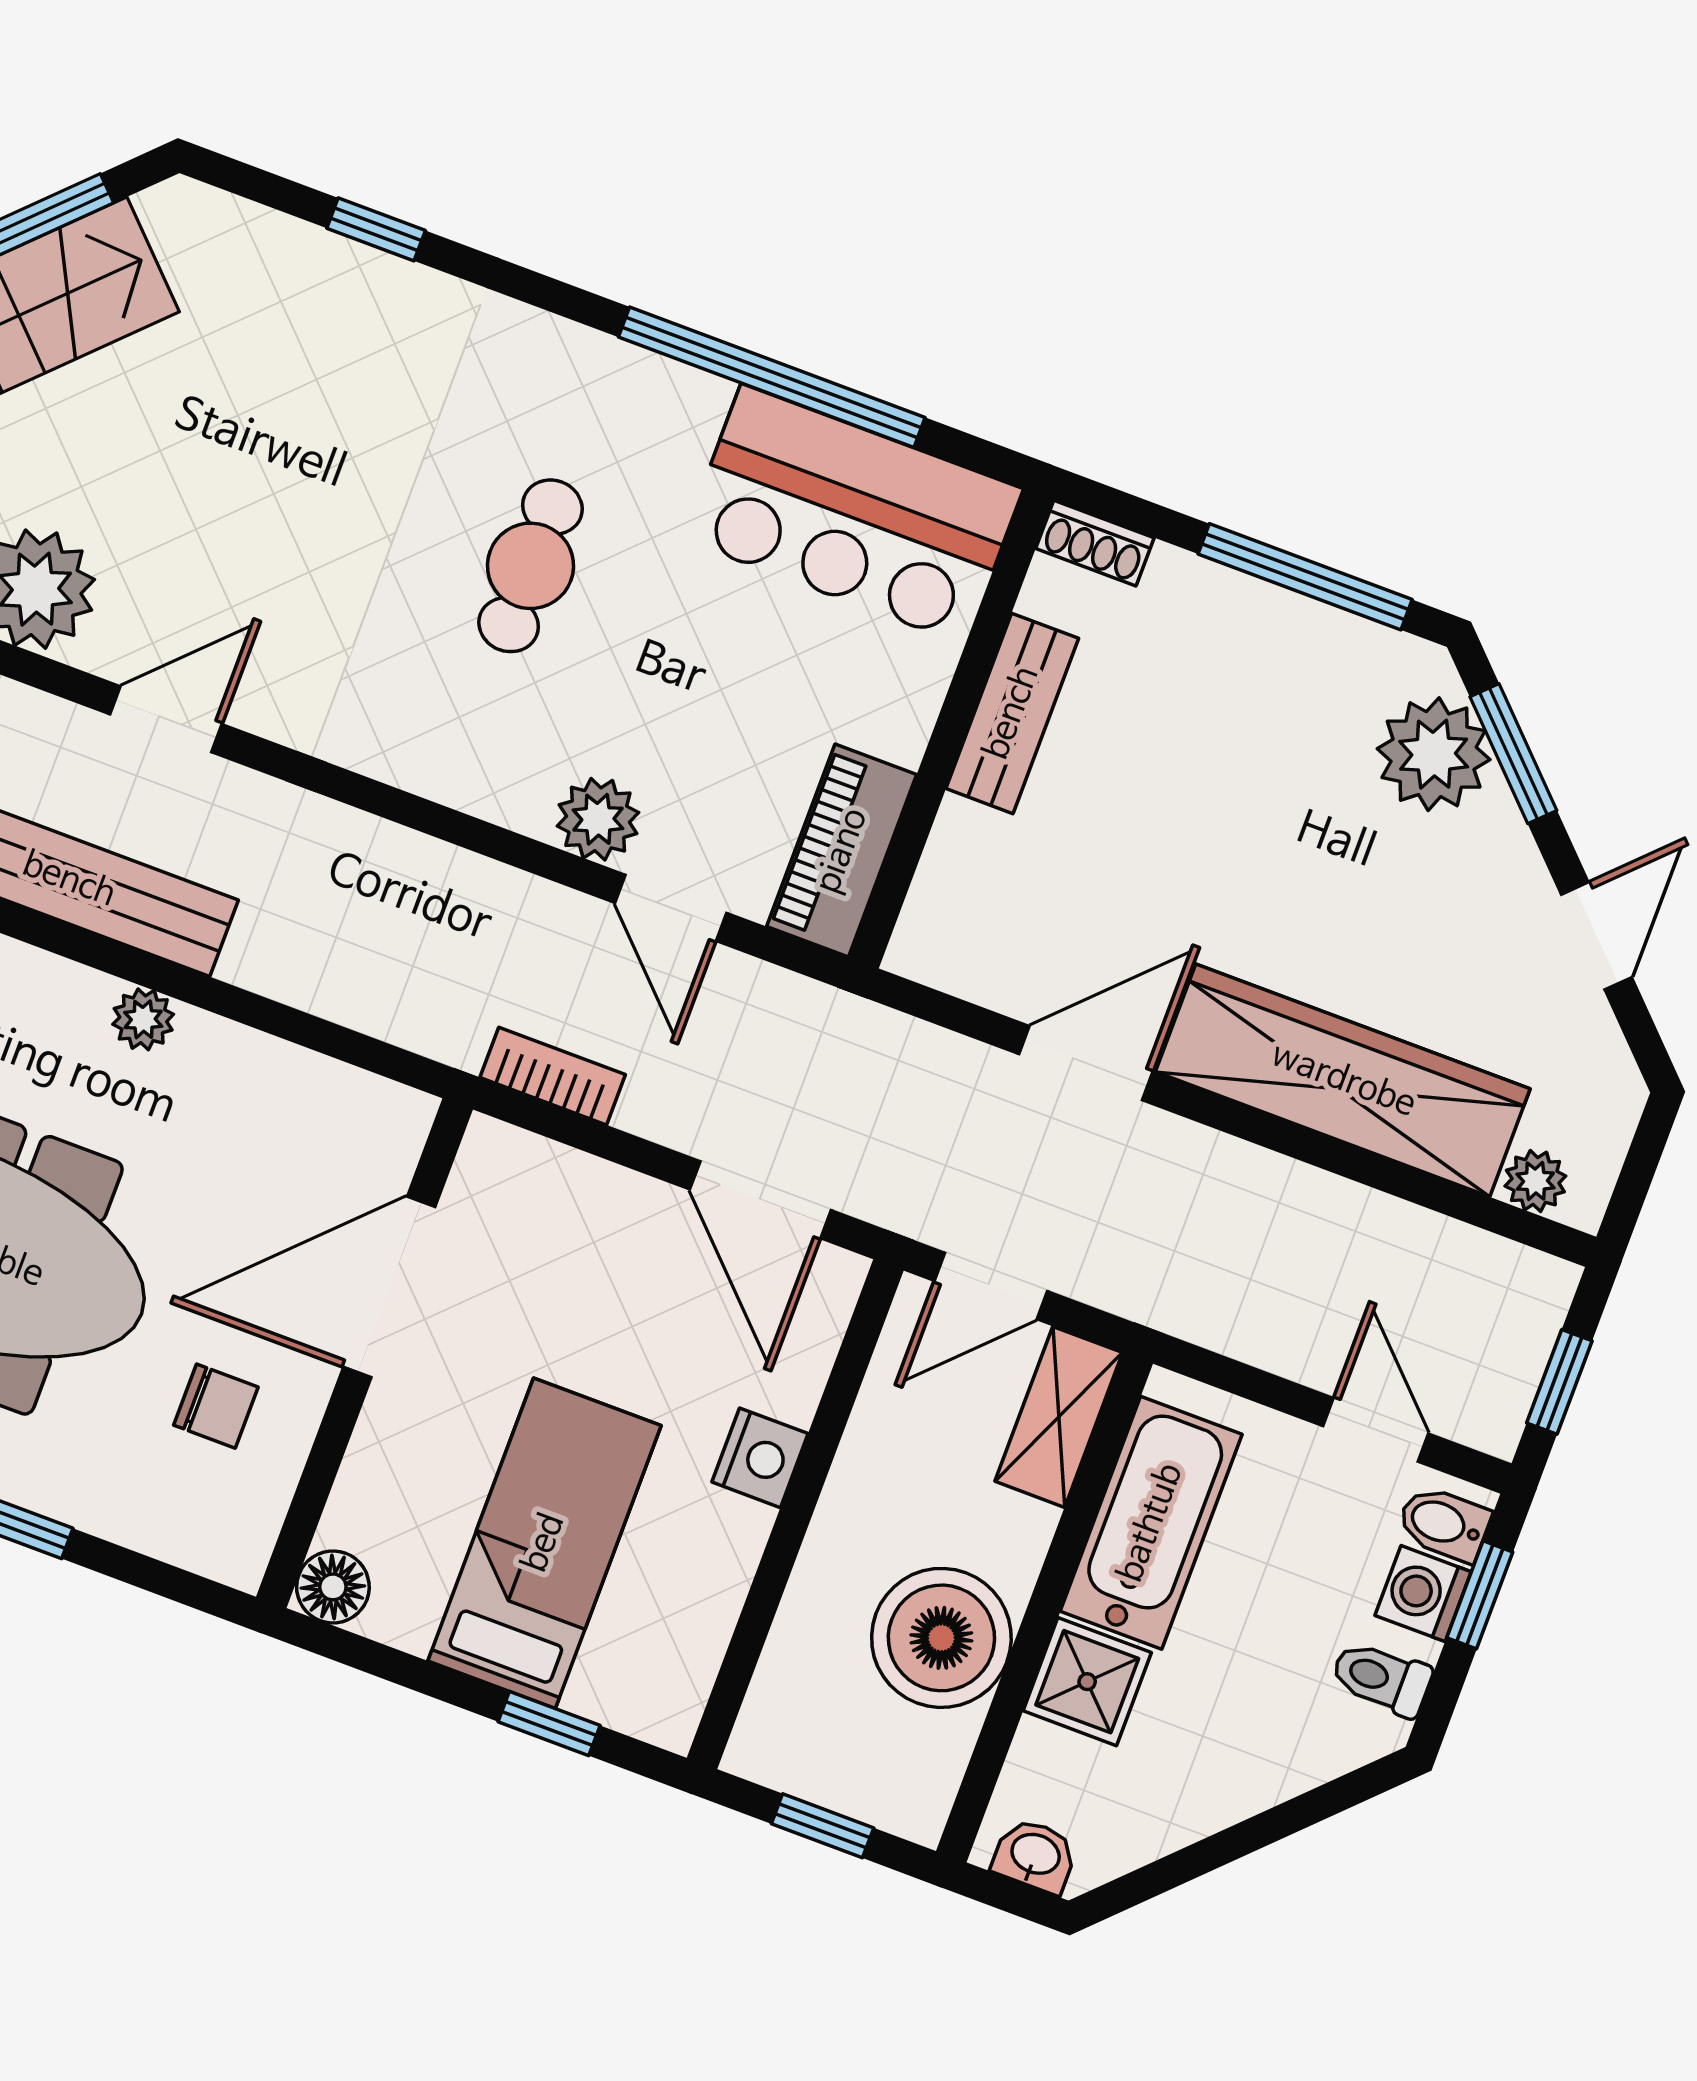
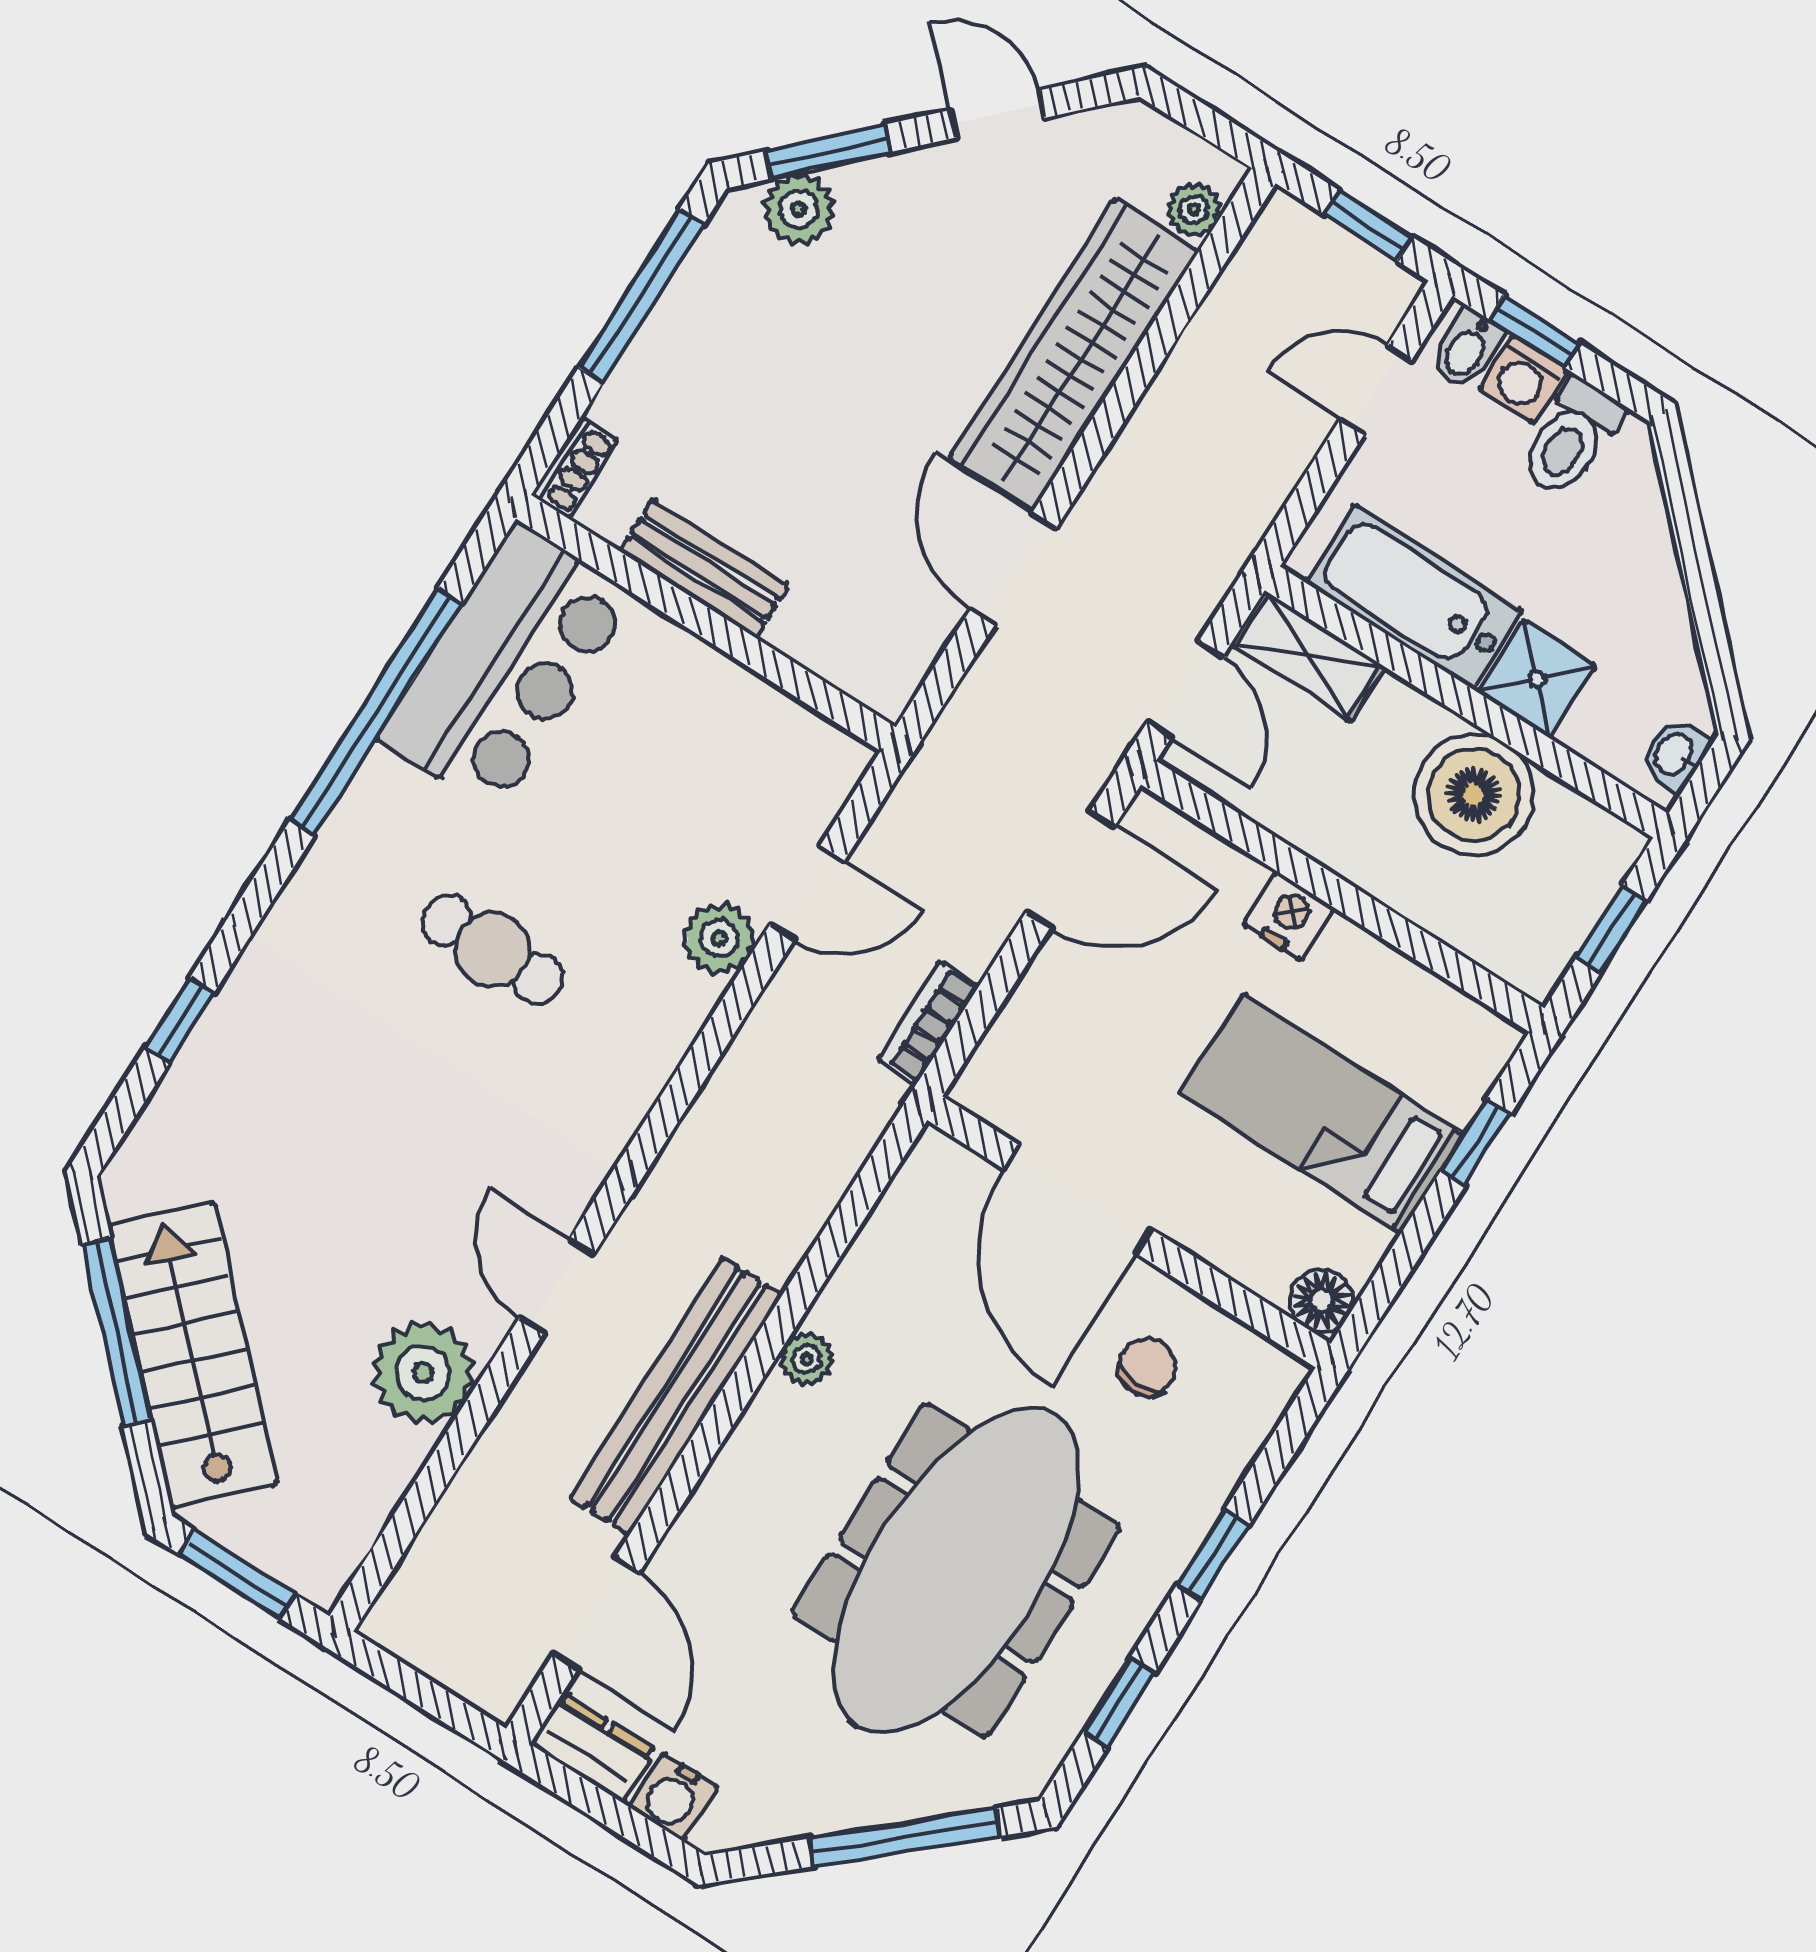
plant: (1434, 754) -> (799, 209), width x0.73, depth x0.73
piano: (842, 851) -> (789, 737), removed
toilet: (1381, 1678) -> (1571, 438), width x1.37, depth x1.39

